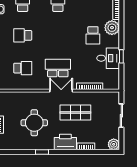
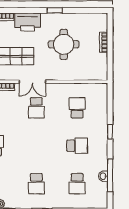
school desk: (23, 68) -> (77, 108), turned 90
school desk: (58, 68) -> (36, 108), width x0.54

